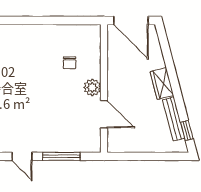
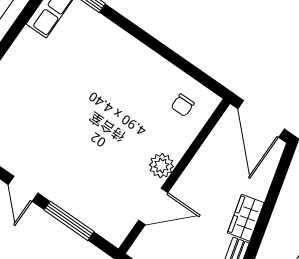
chair: (70, 63) -> (183, 105), moved
door: (104, 114) -> (153, 206), hinge flipped

